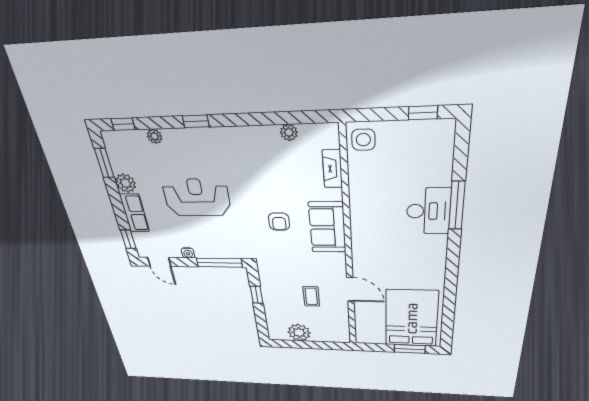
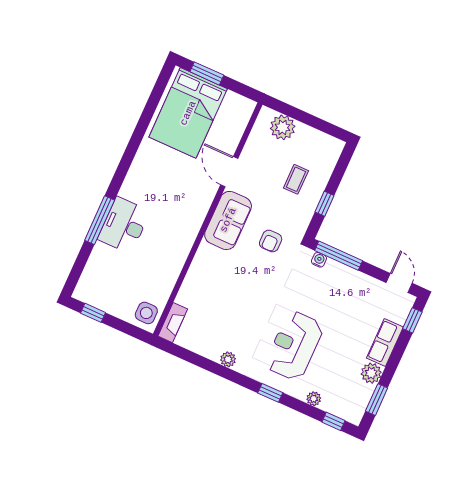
plant: (289, 132) -> (228, 359), moved
fireplace: (332, 169) -> (173, 323), moved
reception desk: (197, 197) -> (294, 346), moved, turned 90
armchair: (279, 222) -> (271, 241), moved, turned 180
sofa: (327, 227) -> (228, 220), moved
water cooler: (188, 253) -> (319, 260), moved
coffee table: (311, 296) -> (296, 179), moved
plant: (299, 333) -> (283, 127), moved

